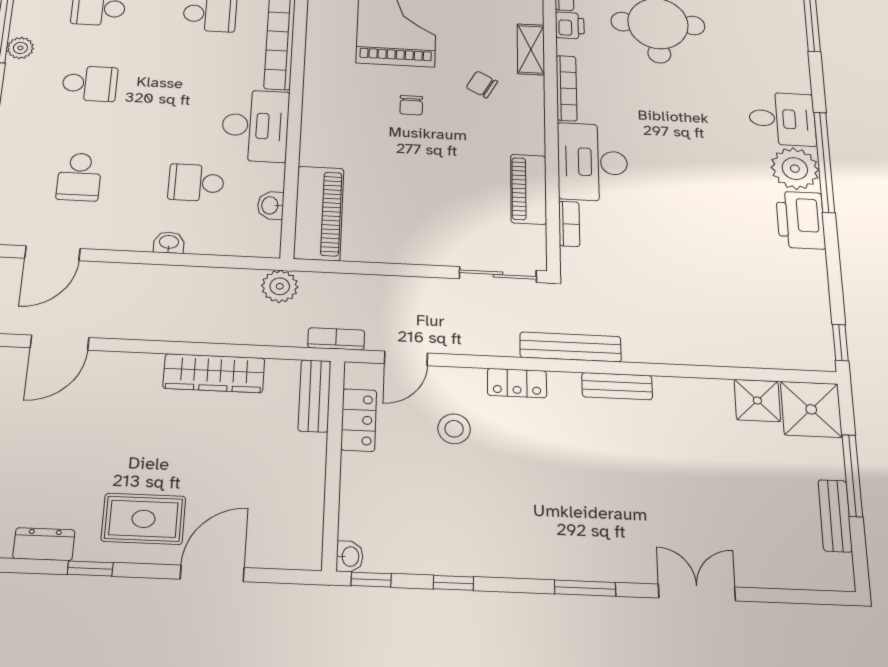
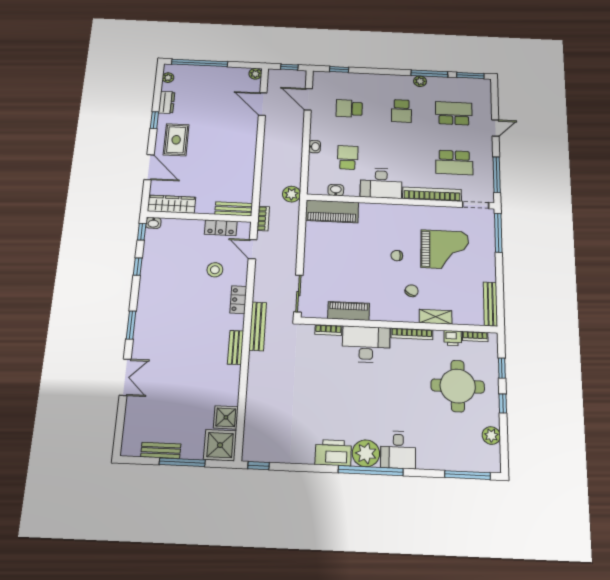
wardrobe: (214, 373) -> (172, 204), moved, turned 90

